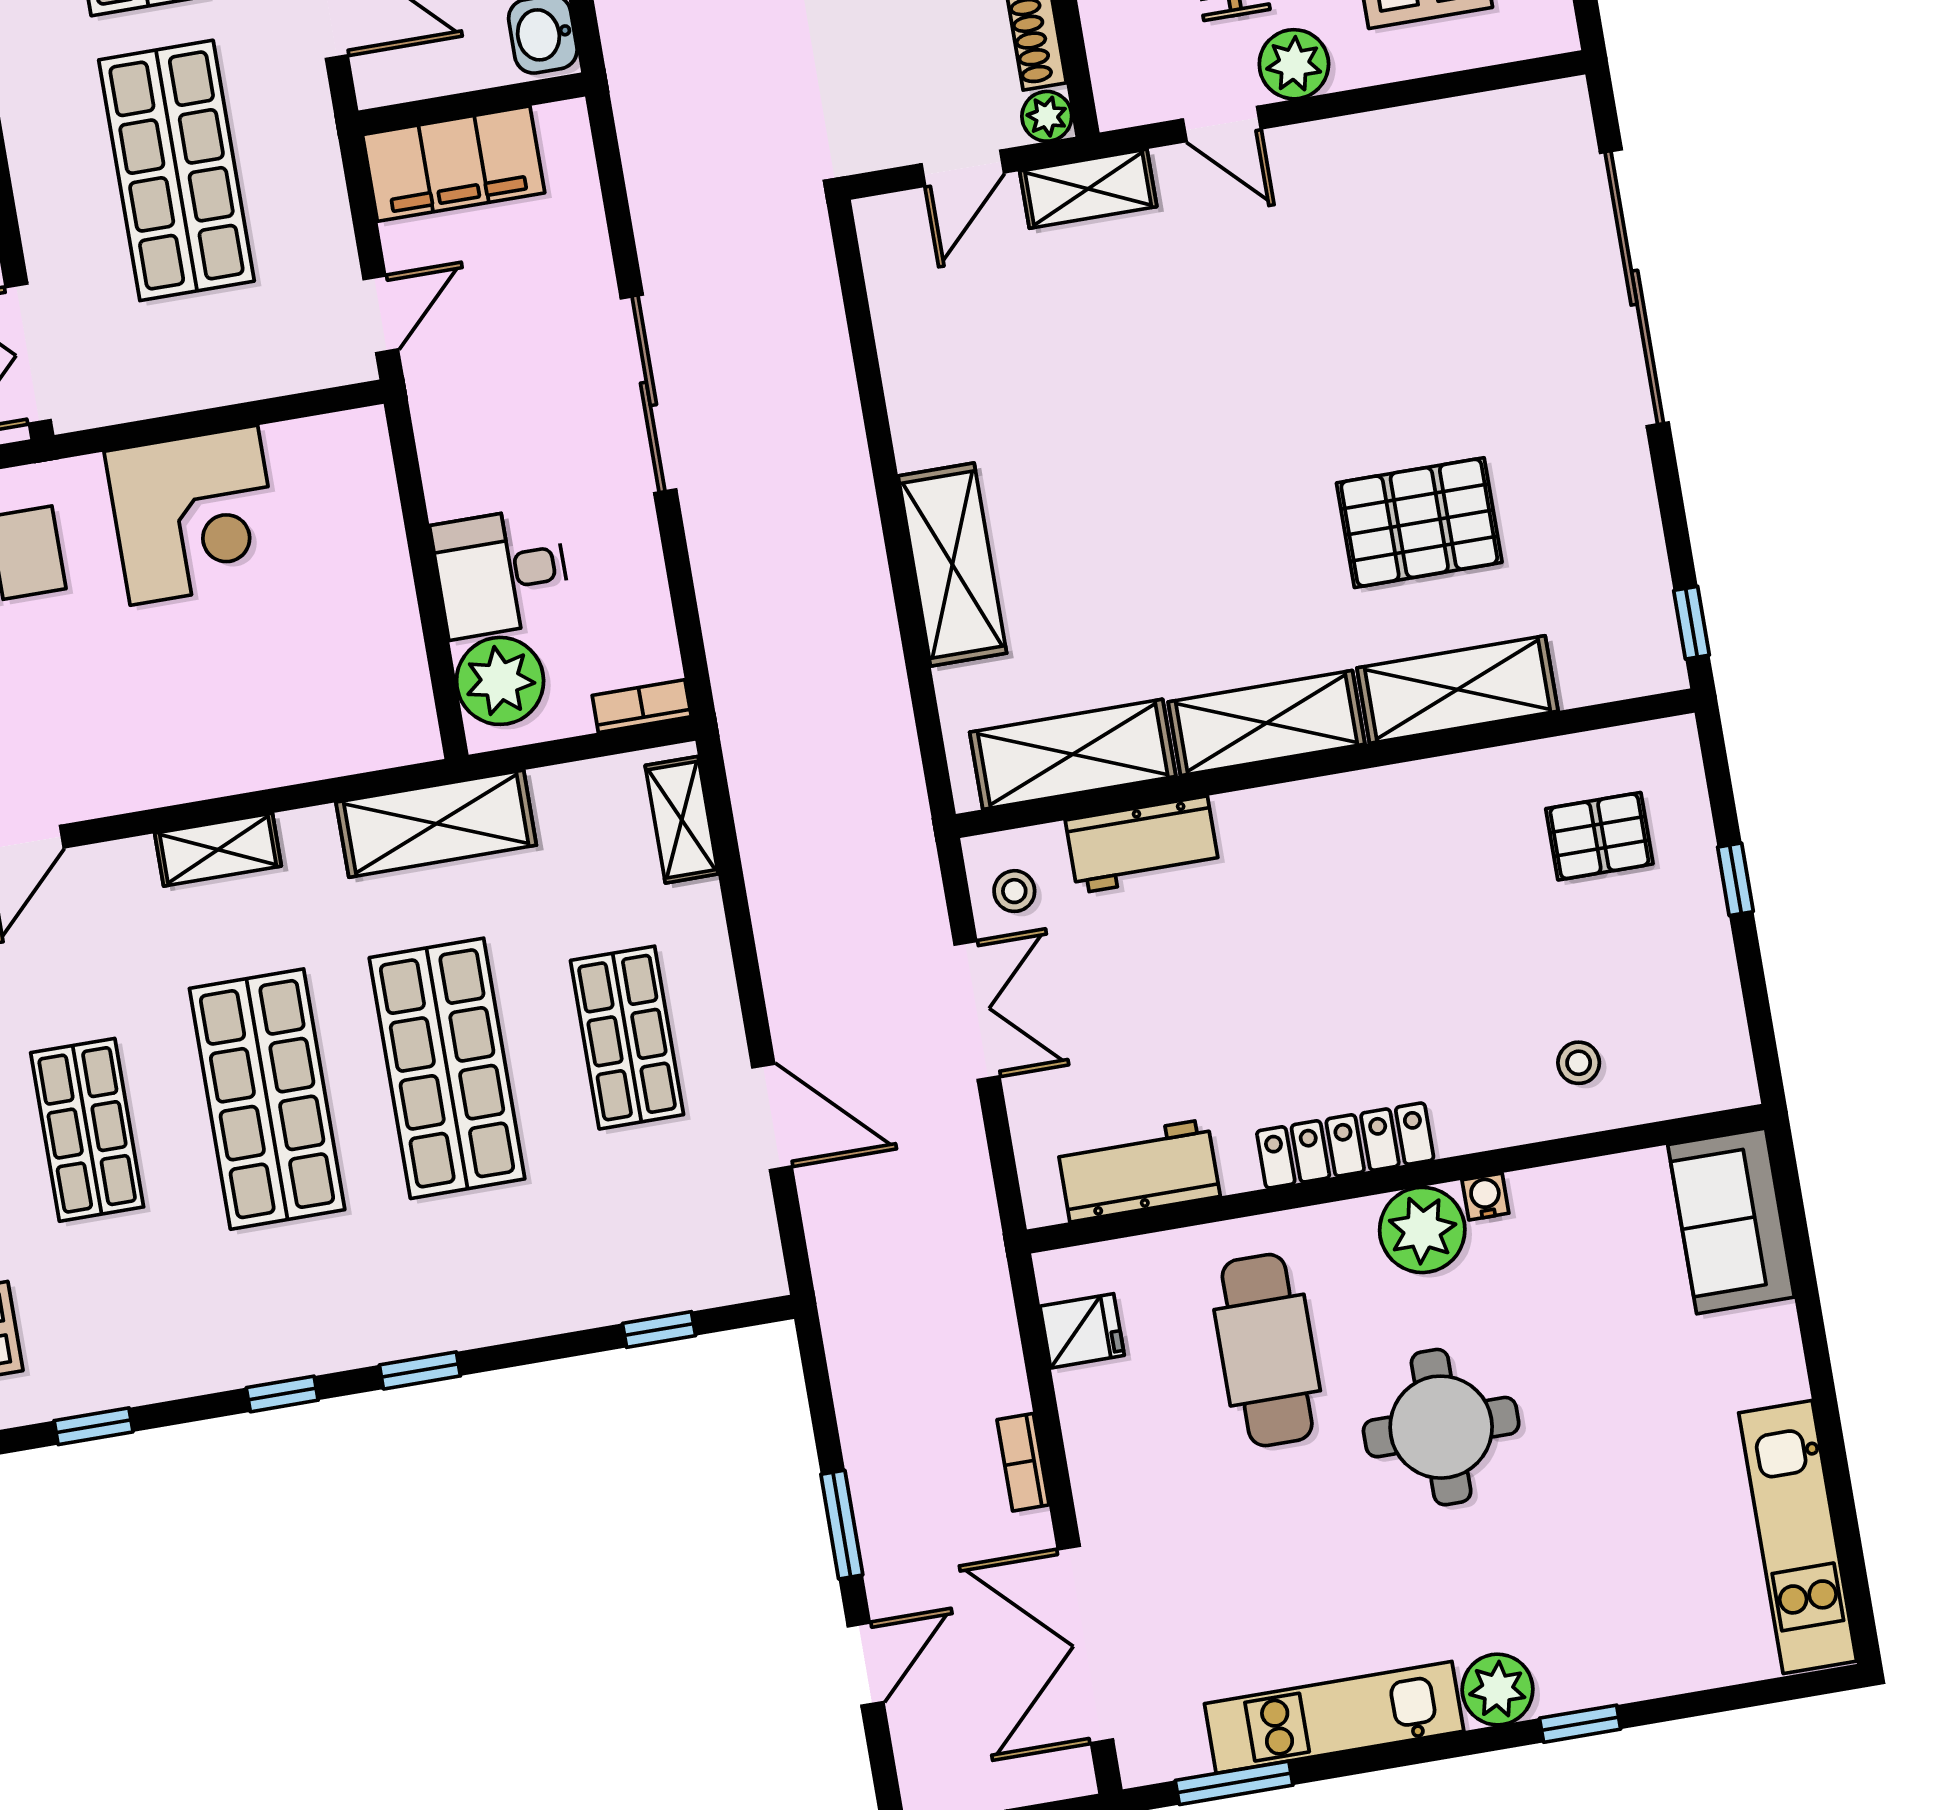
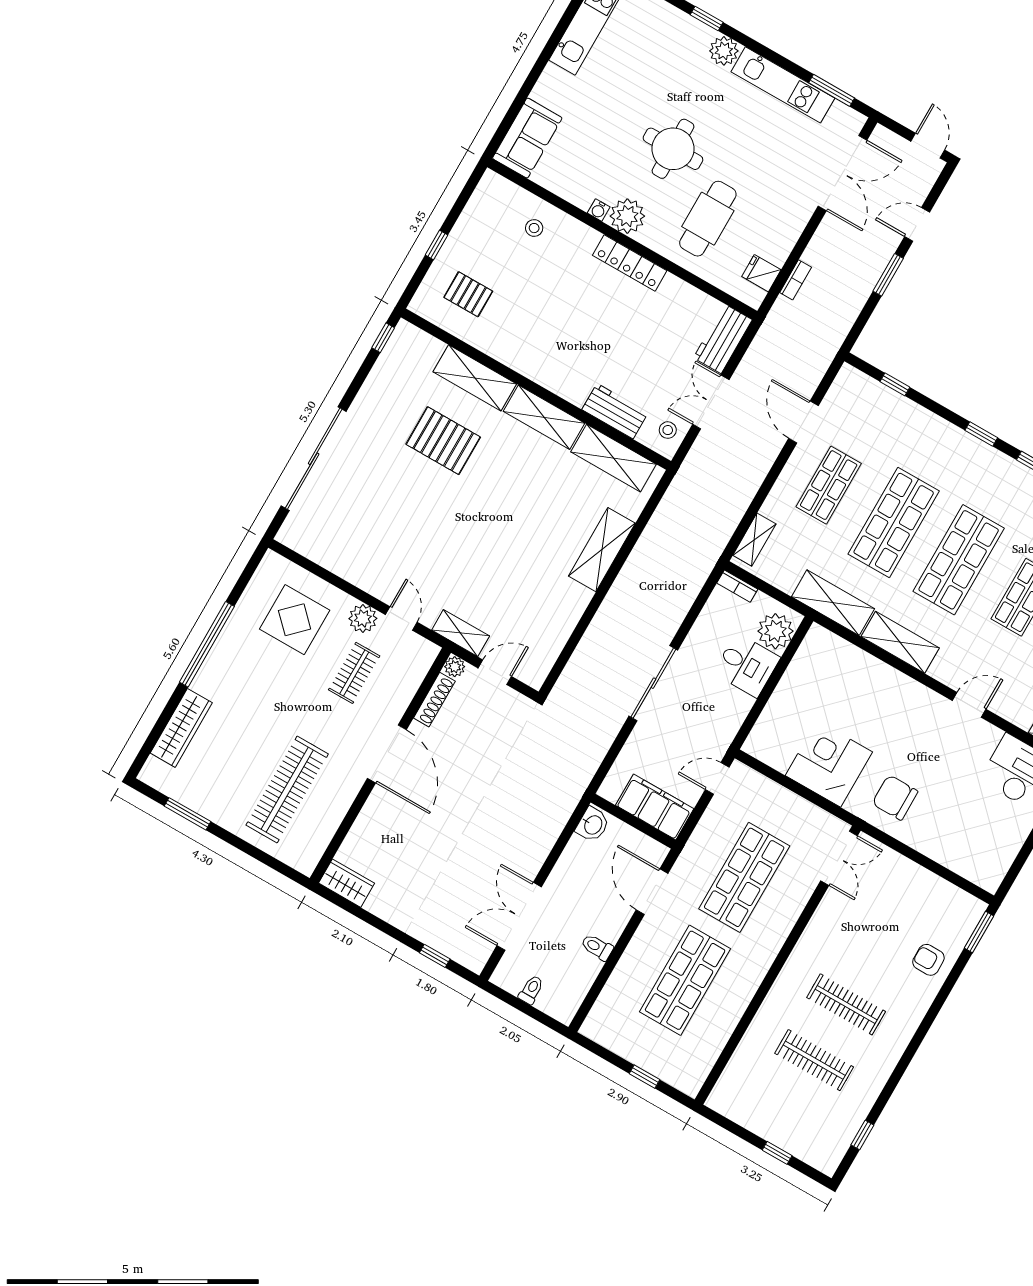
shelving: (218, 850) -> (900, 642), width x1.50, depth x1.33
workbench: (1138, 1170) -> (723, 339), moved, turned 90
bookcase: (1023, 1462) -> (796, 280), moved

